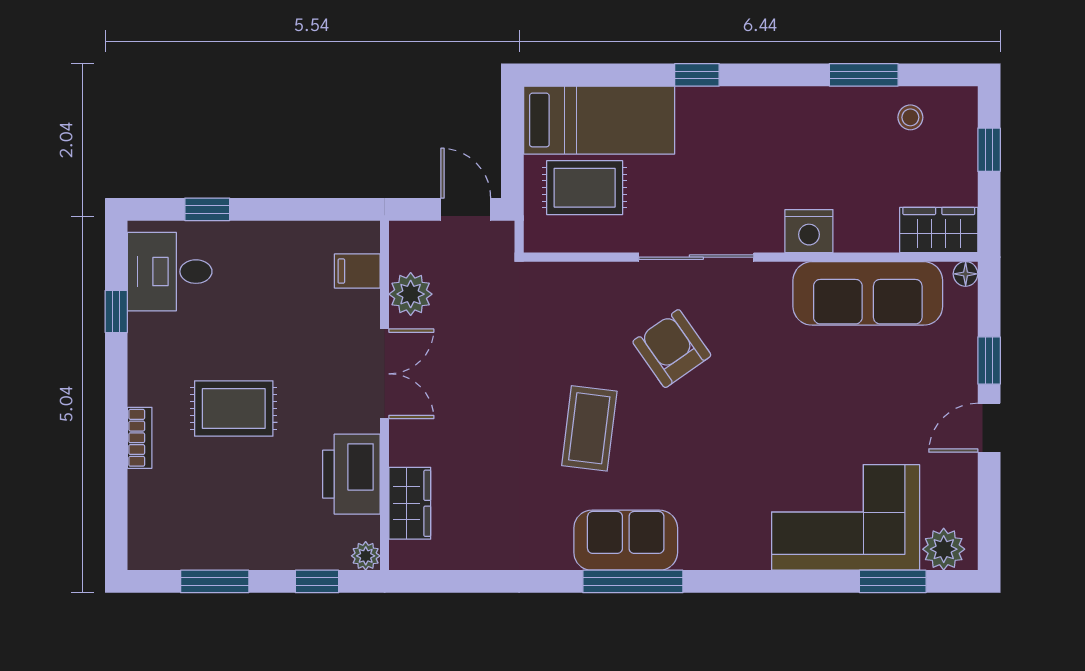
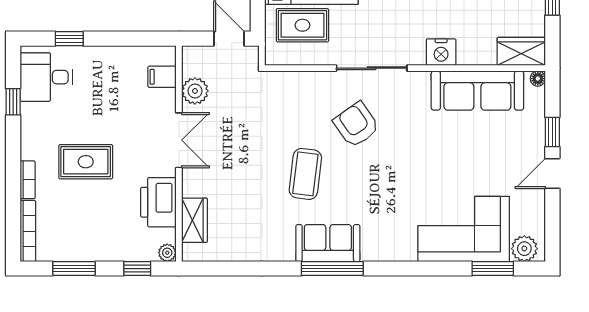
bookcase: (140, 521) -> (28, 231), added

